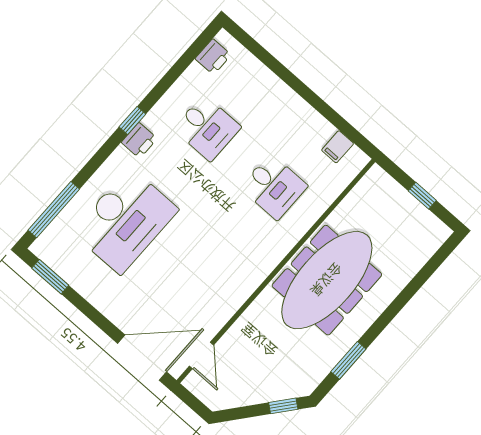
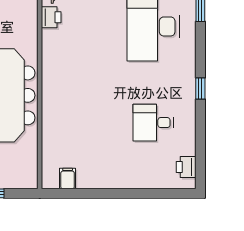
printer: (139, 140) -> (51, 17), moved, turned 180
desk: (274, 187) -> (84, 123), removed

